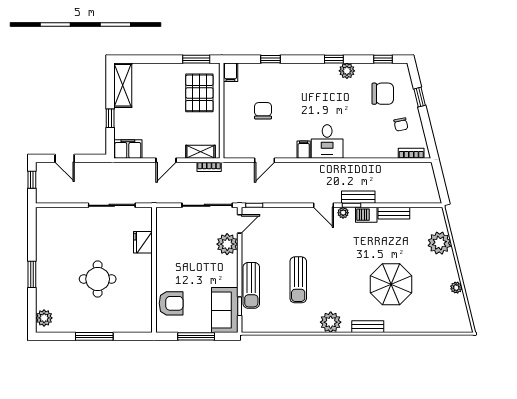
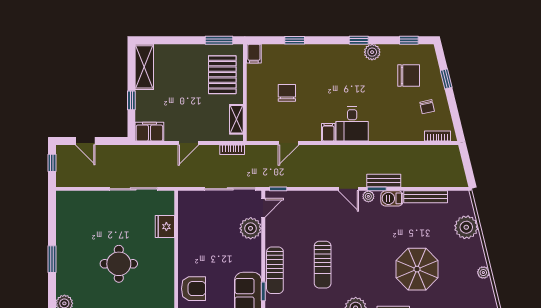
shelving: (200, 152) -> (236, 119), moved, turned 90
bench: (394, 213) -> (426, 197), width x1.36

